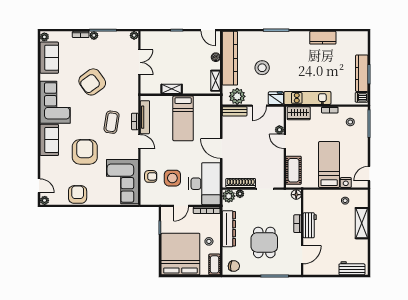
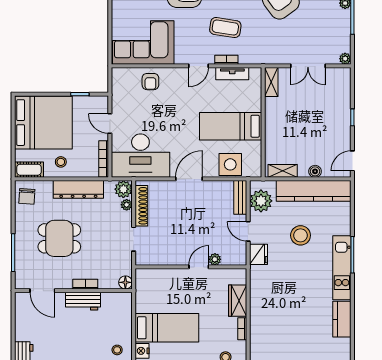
shelving: (172, 89) -> (271, 82), moved
kitchen unit: (307, 98) -> (342, 268), moved, turned 180
wardrobe: (299, 113) -> (238, 301), moved
tv unit: (145, 117) -> (232, 74), width x0.71
cot: (294, 170) -> (159, 279), removed
side table: (172, 178) -> (230, 164), moved

